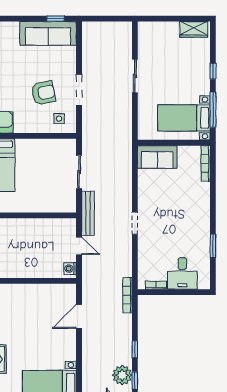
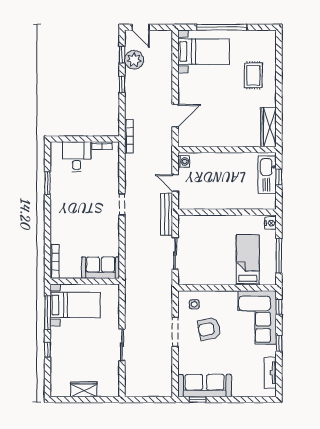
wardrobe: (194, 29) -> (84, 389), moved

